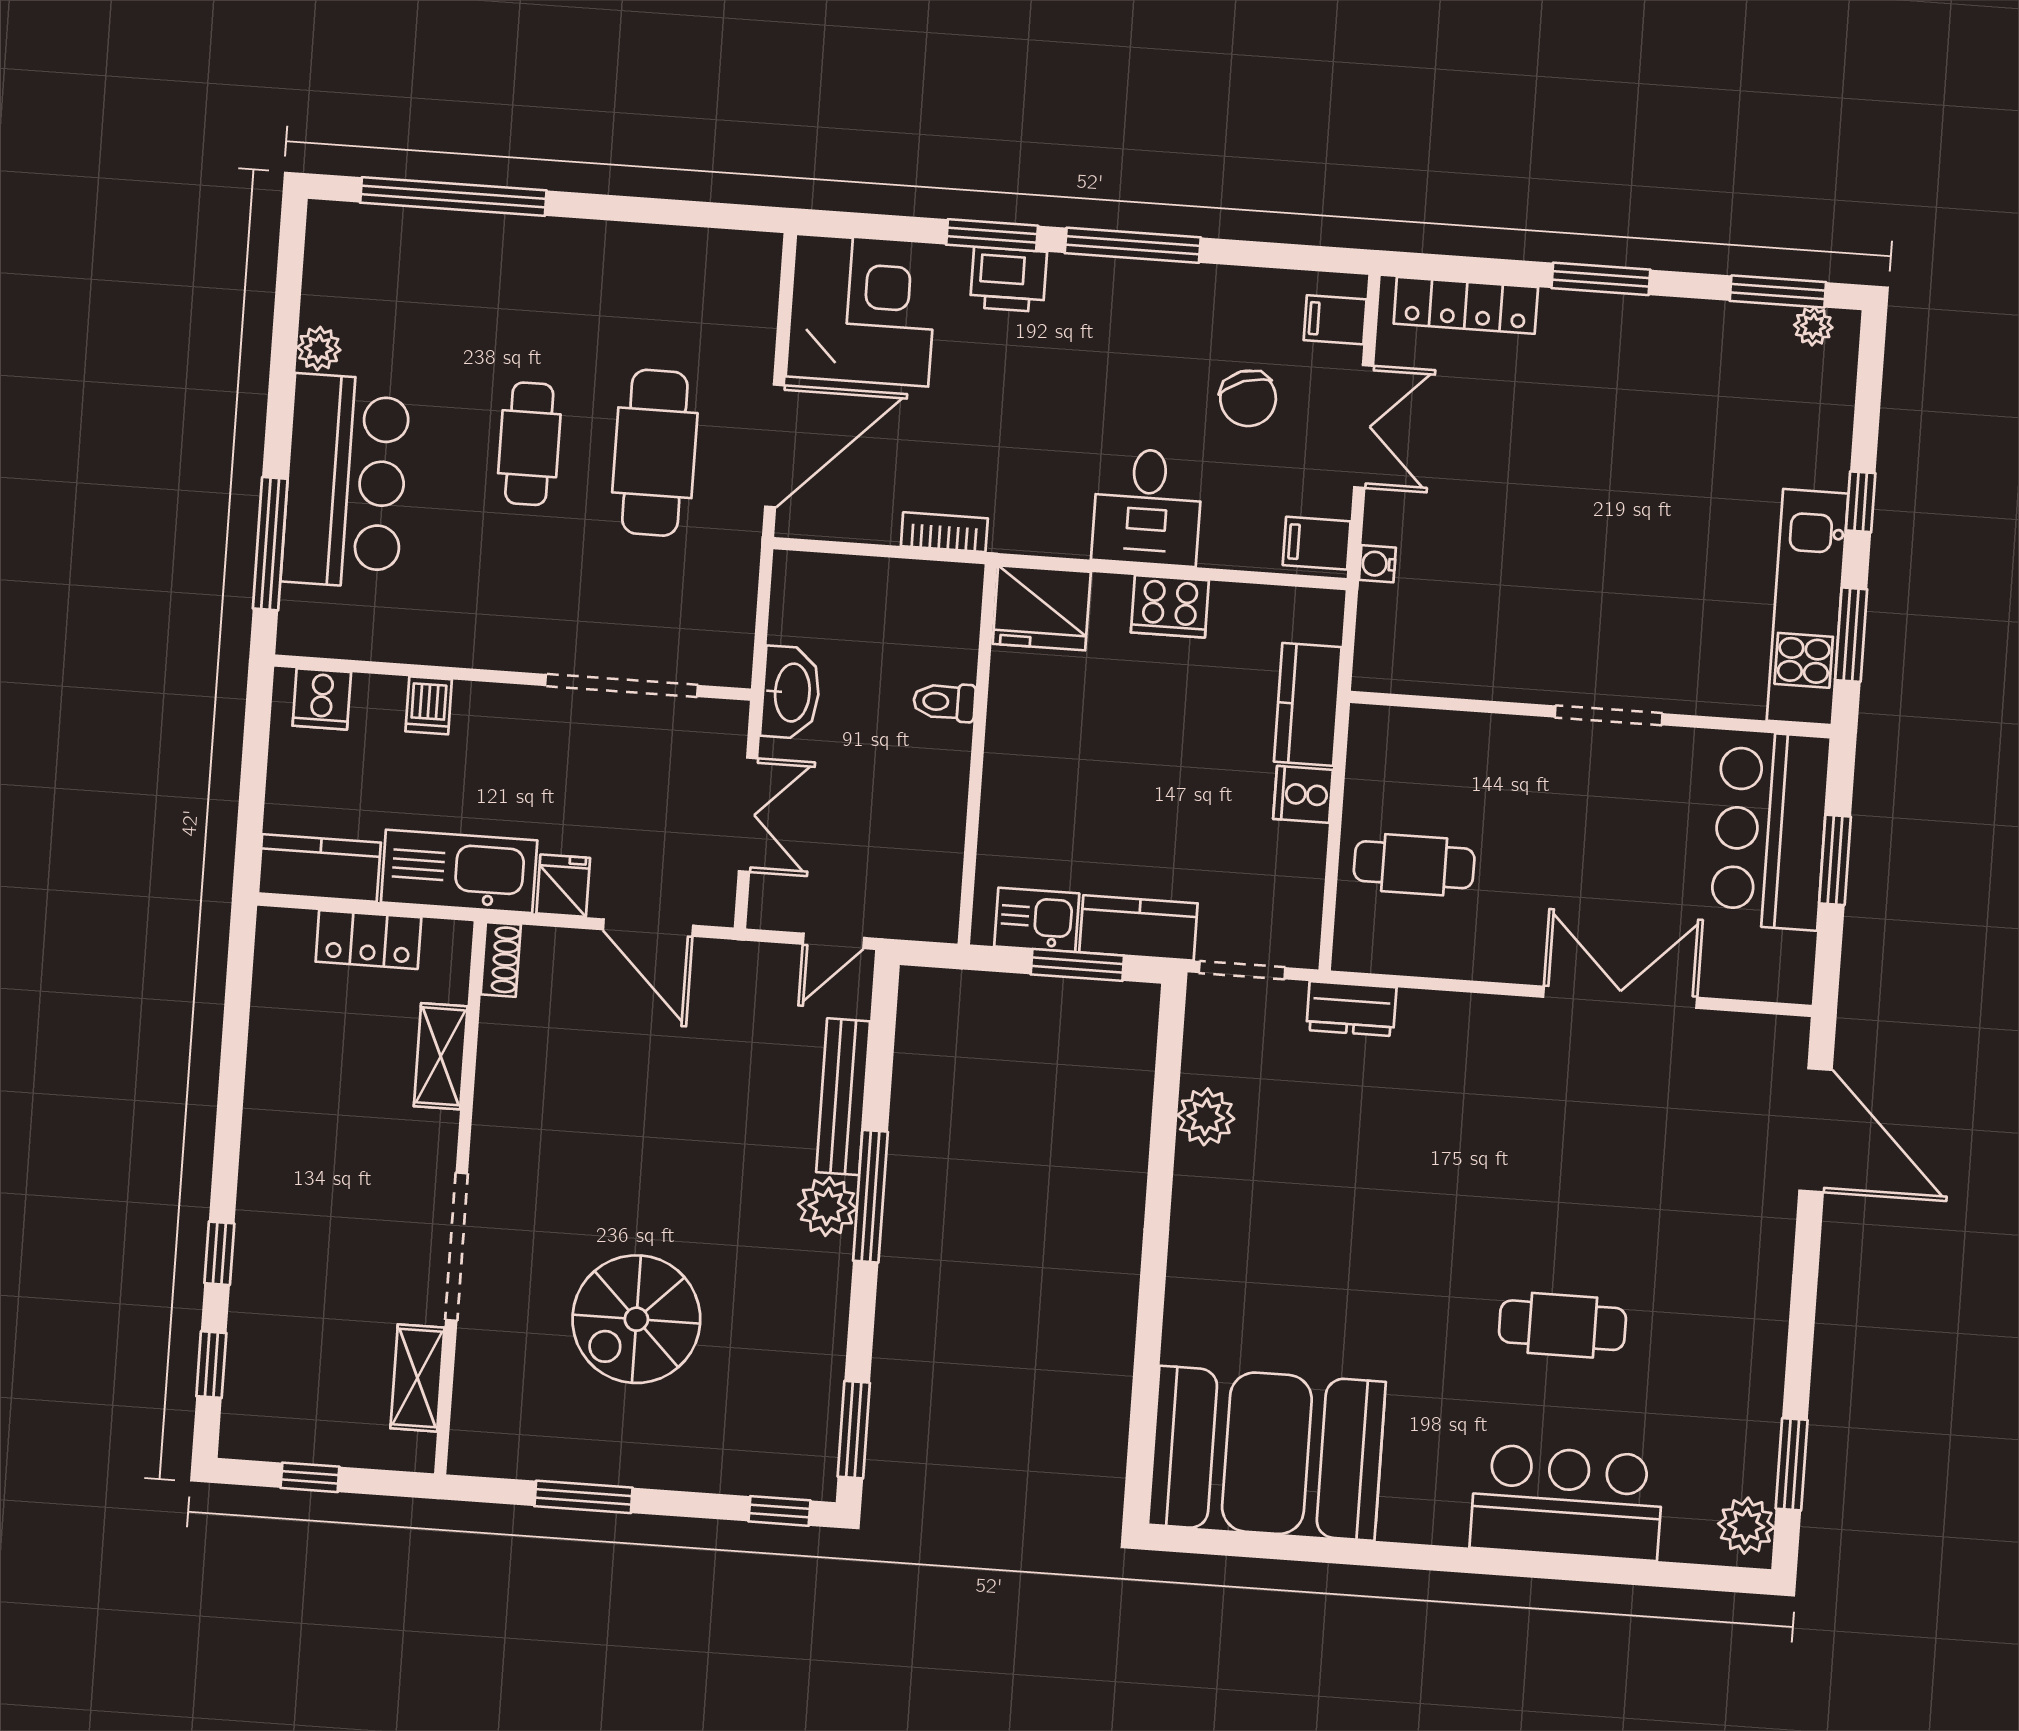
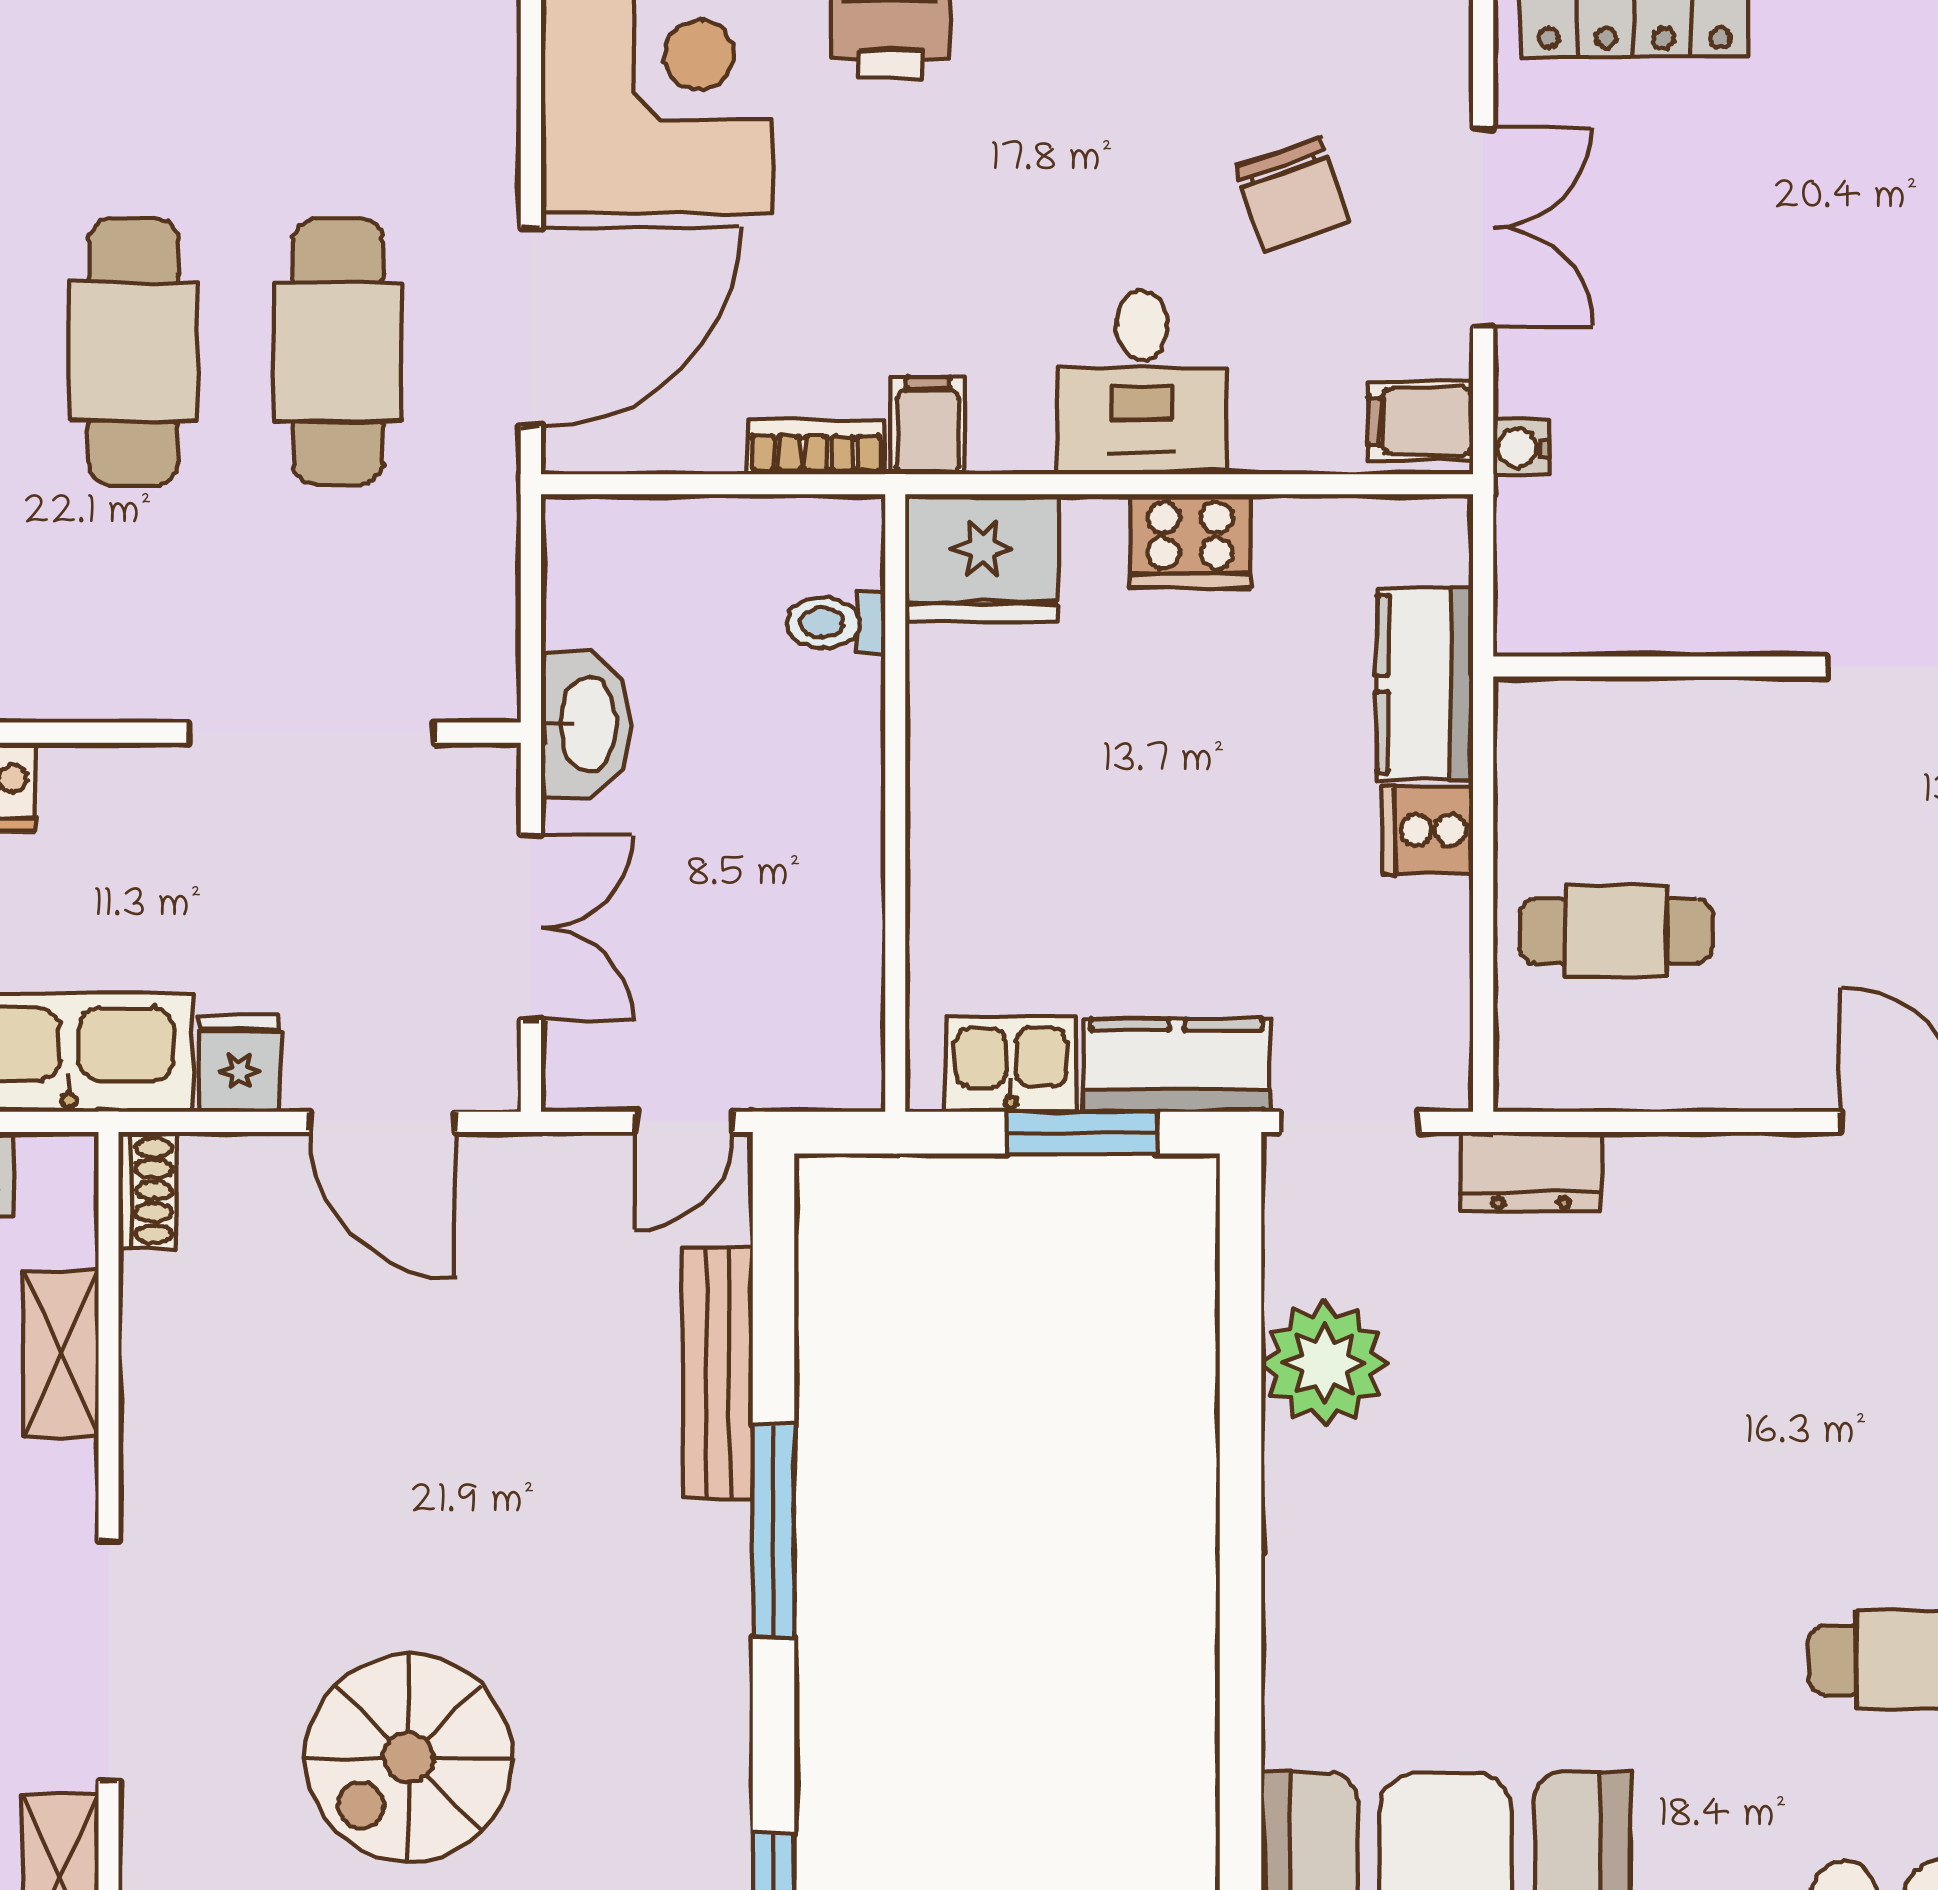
filing cabinet: (1335, 320) -> (928, 426), moved, turned 90
cafe table: (529, 444) -> (133, 352), width x1.37, depth x1.35
toilet: (944, 702) -> (836, 623), moved
plant: (1206, 1117) -> (1324, 1364), width x1.36, depth x1.36
plant: (827, 1207) -> (705, 1553), removed

